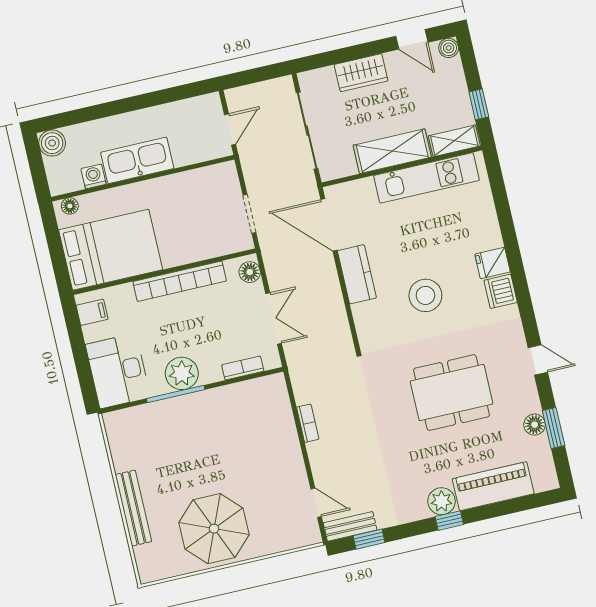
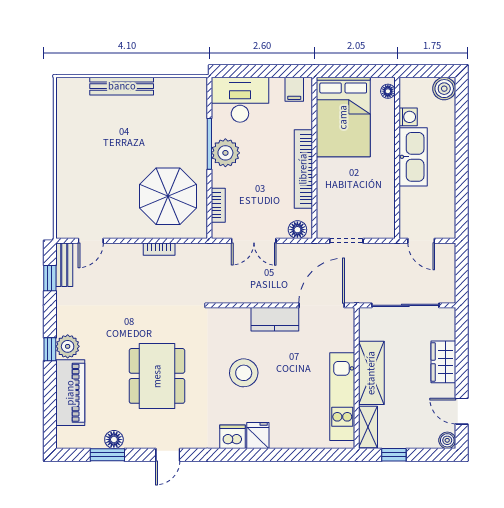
door: (412, 39) -> (462, 411), hinge flipped
parasol: (214, 529) -> (168, 196), moved

